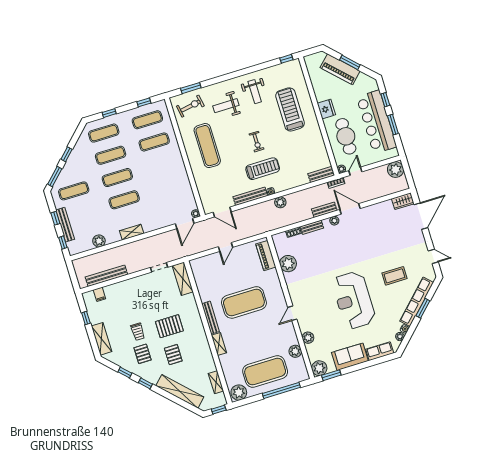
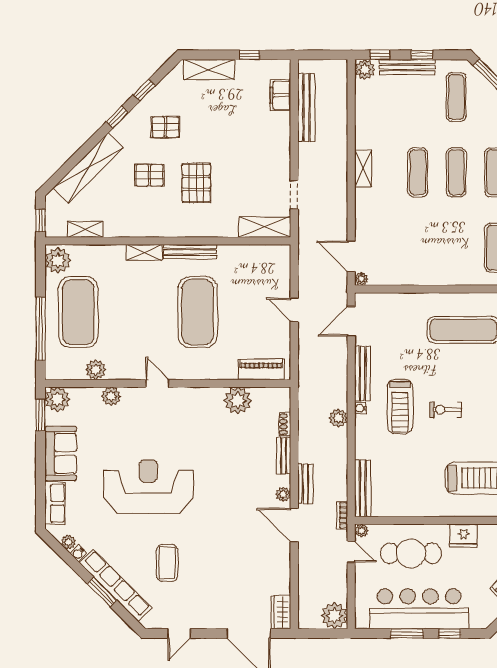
bench: (321, 174) -> (363, 488), width x1.36
door: (350, 209) -> (294, 525), swing flipped
plant: (99, 241) -> (365, 69), moved
filing cabinet: (99, 294) -> (280, 95), width x2.00
trolley: (138, 332) -> (203, 130), removed

